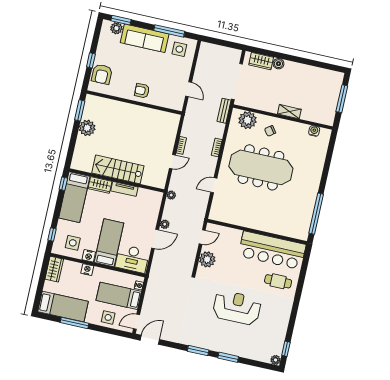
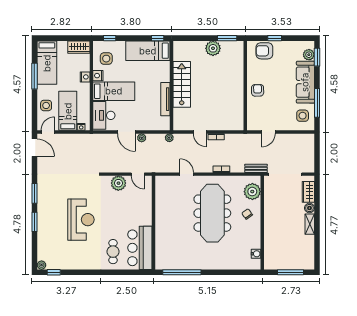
shelving: (289, 112) -> (310, 224), moved
wardrobe: (100, 185) -> (164, 71), removed
tv unit: (124, 189) -> (165, 99), width x1.41
bar counter: (272, 250) -> (140, 248), width x0.73
door: (137, 322) -> (48, 132), hinge flipped

